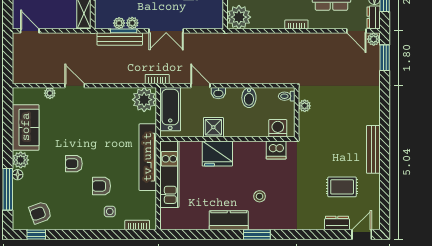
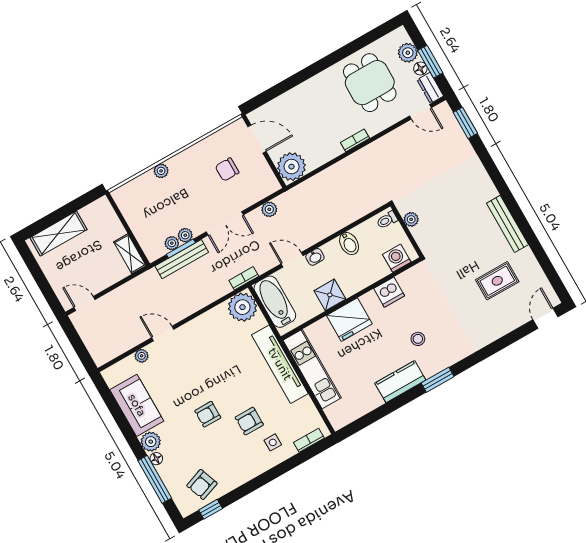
plant: (374, 39) -> (269, 209), moved
dishwasher: (276, 150) -> (389, 292), moved
dresser: (337, 223) -> (513, 321), removed

